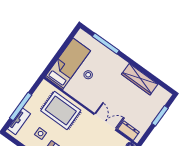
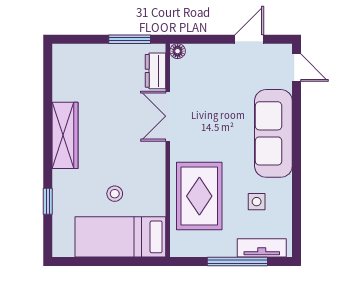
window: (106, 44) -> (48, 201), width x0.46
wardrobe: (140, 79) -> (65, 135), moved
window: (160, 116) -> (130, 39), moved

